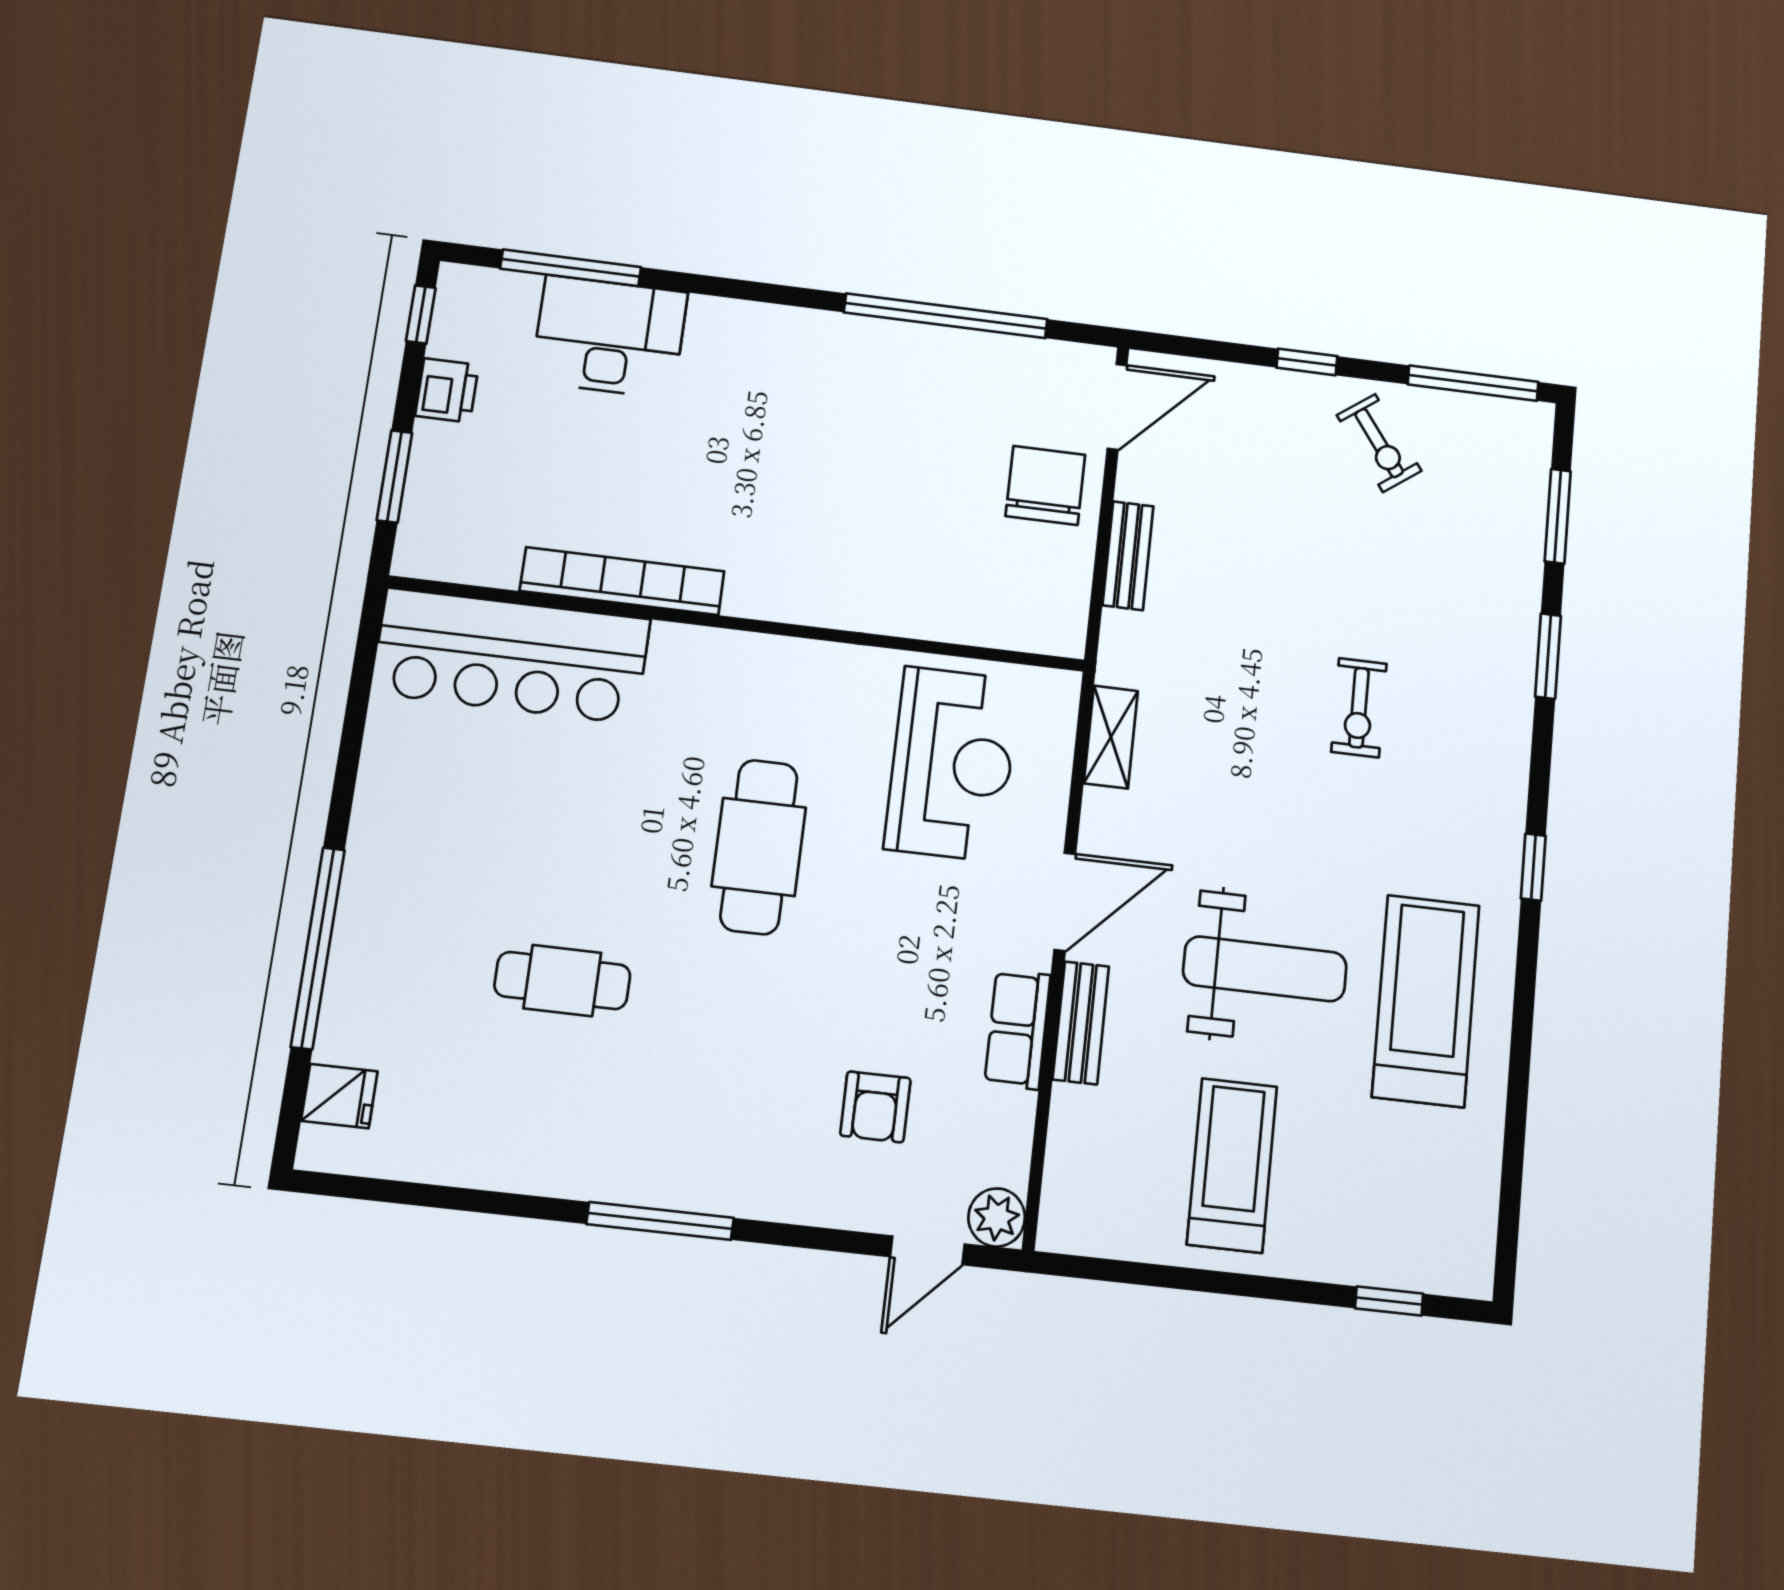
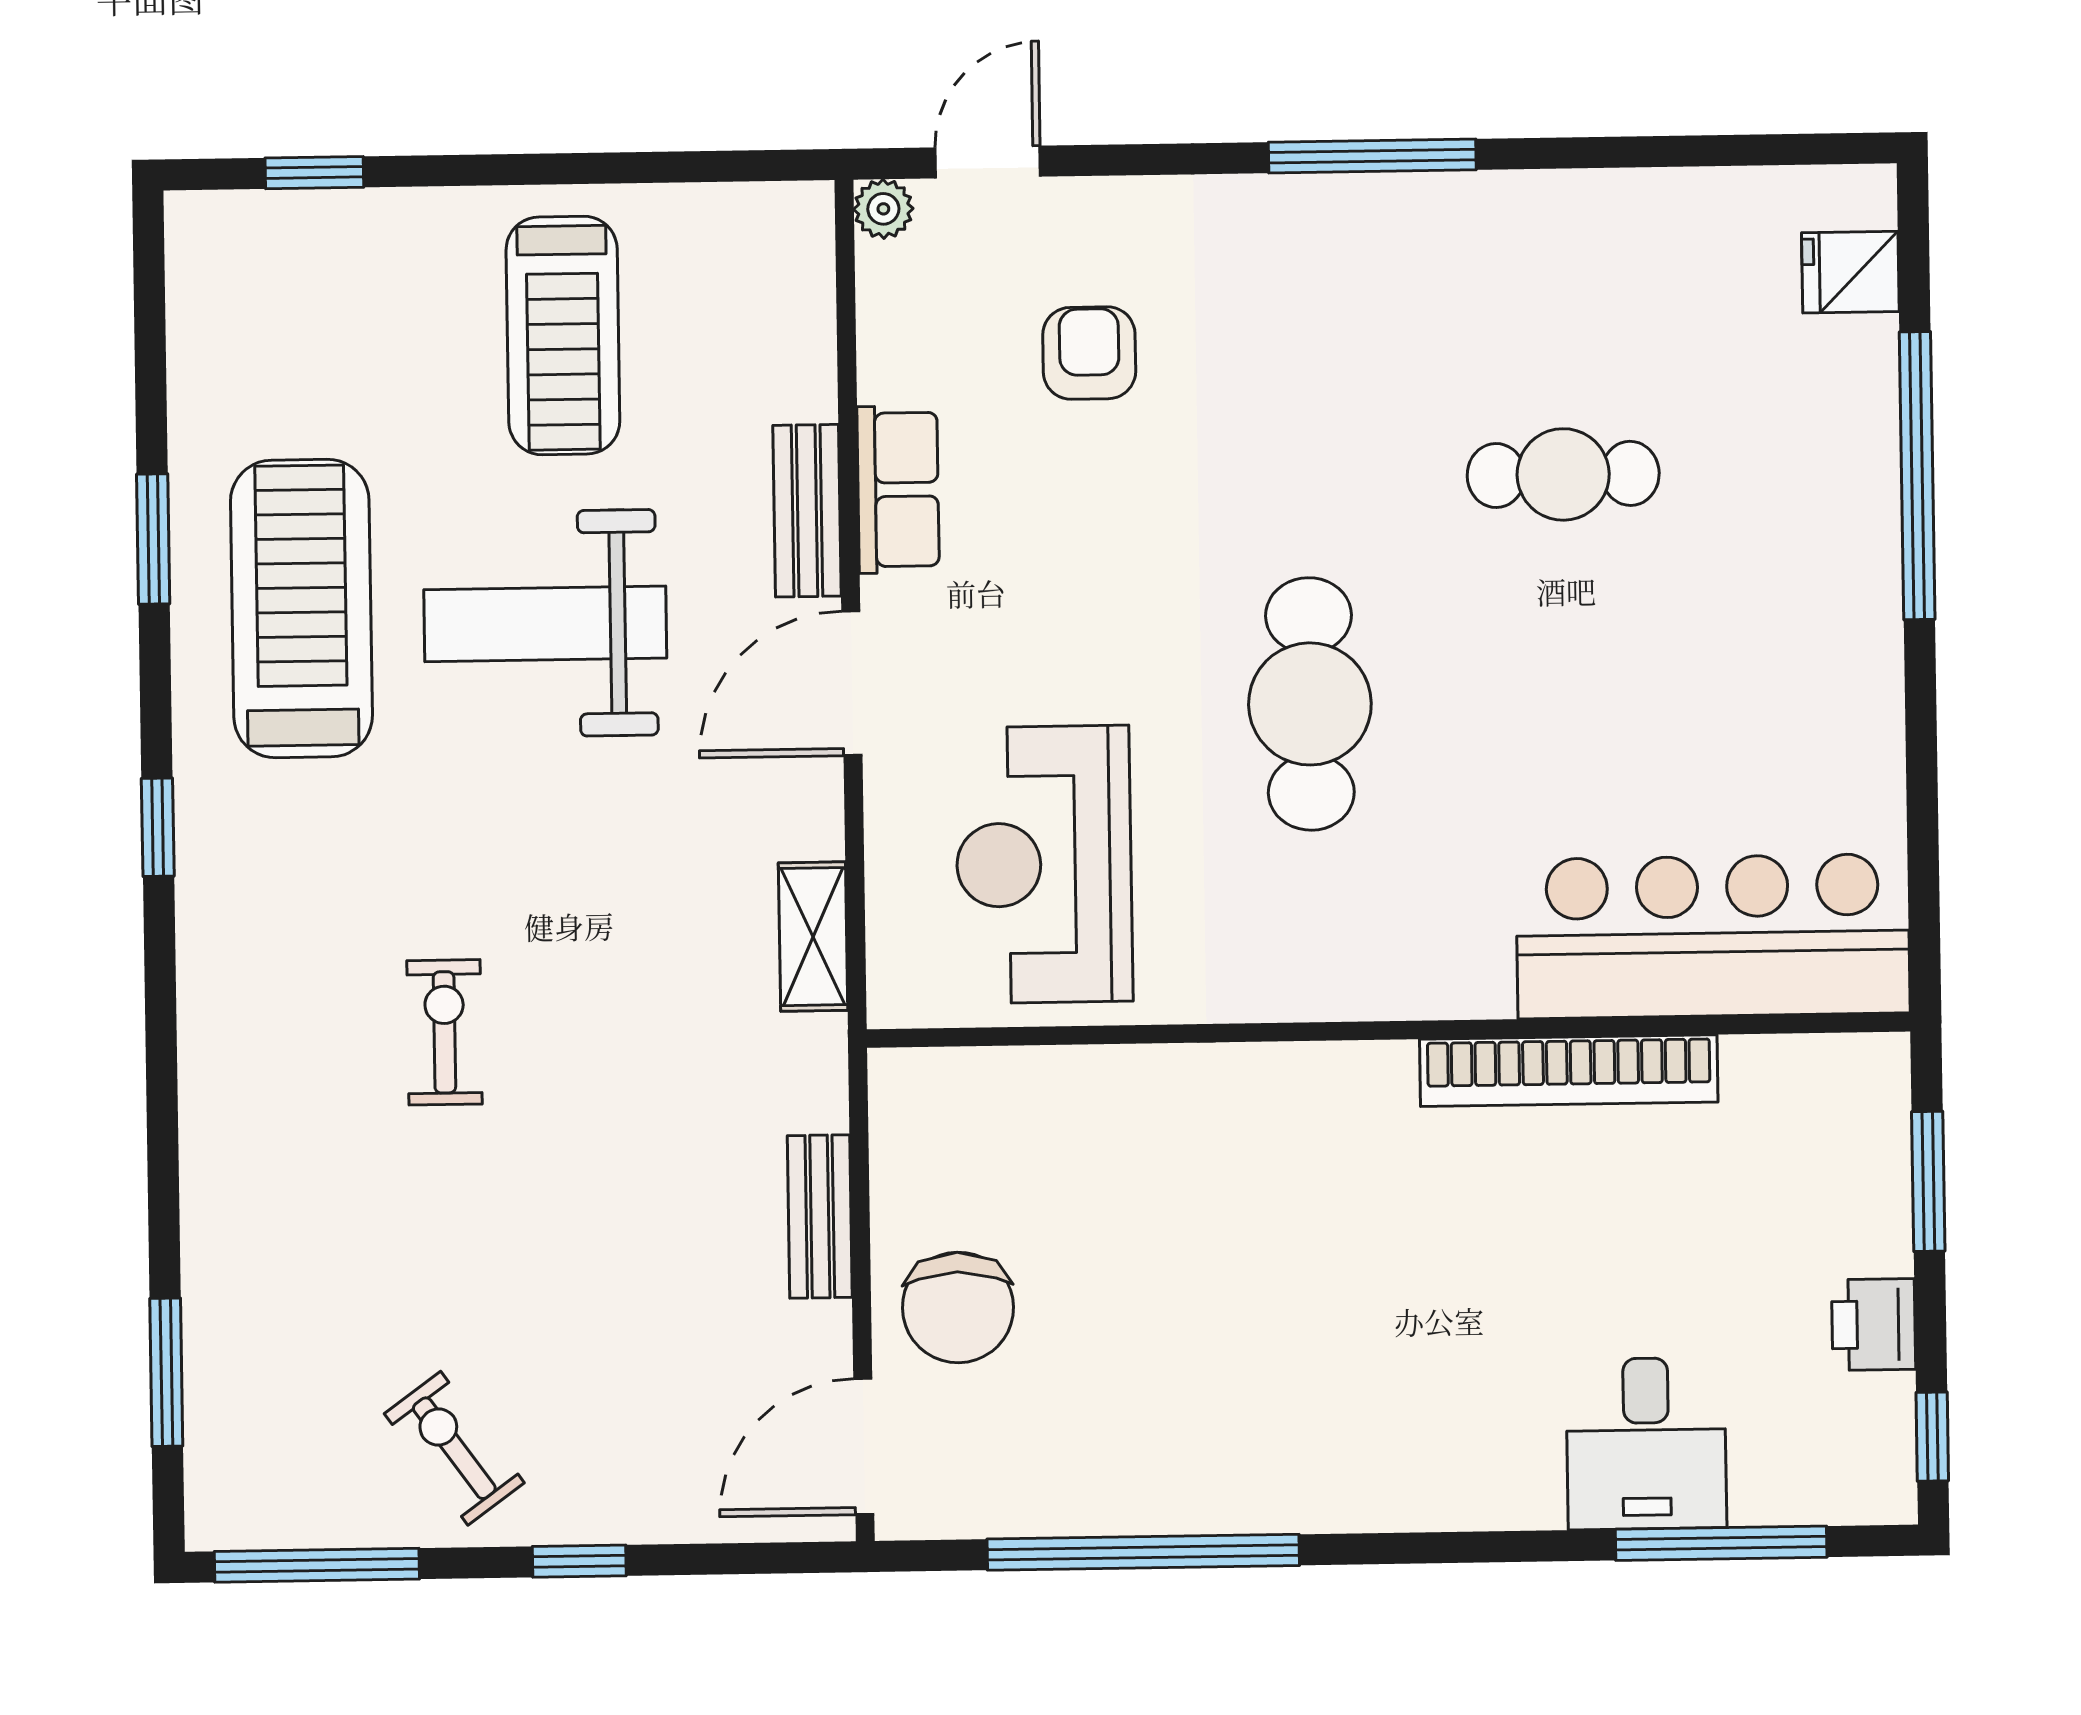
desk: (609, 337) -> (1646, 1443), width x0.73
window: (1548, 656) -> (153, 539), moved
treadmill: (1426, 1001) -> (301, 609), turned 180
plant: (997, 1217) -> (883, 209), width x0.73, depth x0.73

